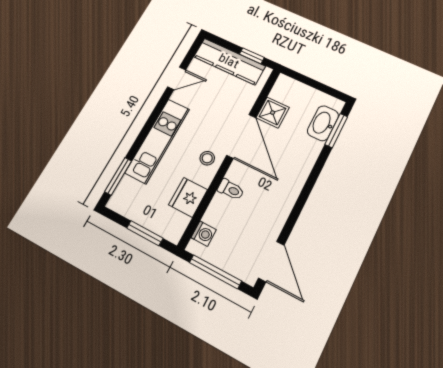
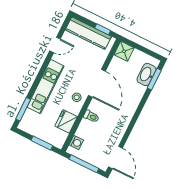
shower: (273, 113) -> (124, 51), moved

